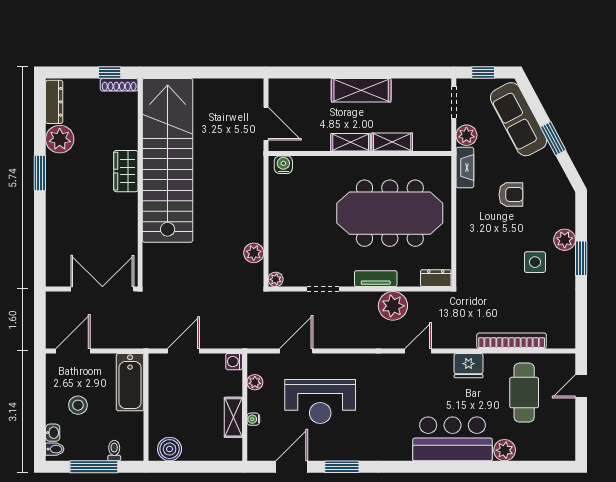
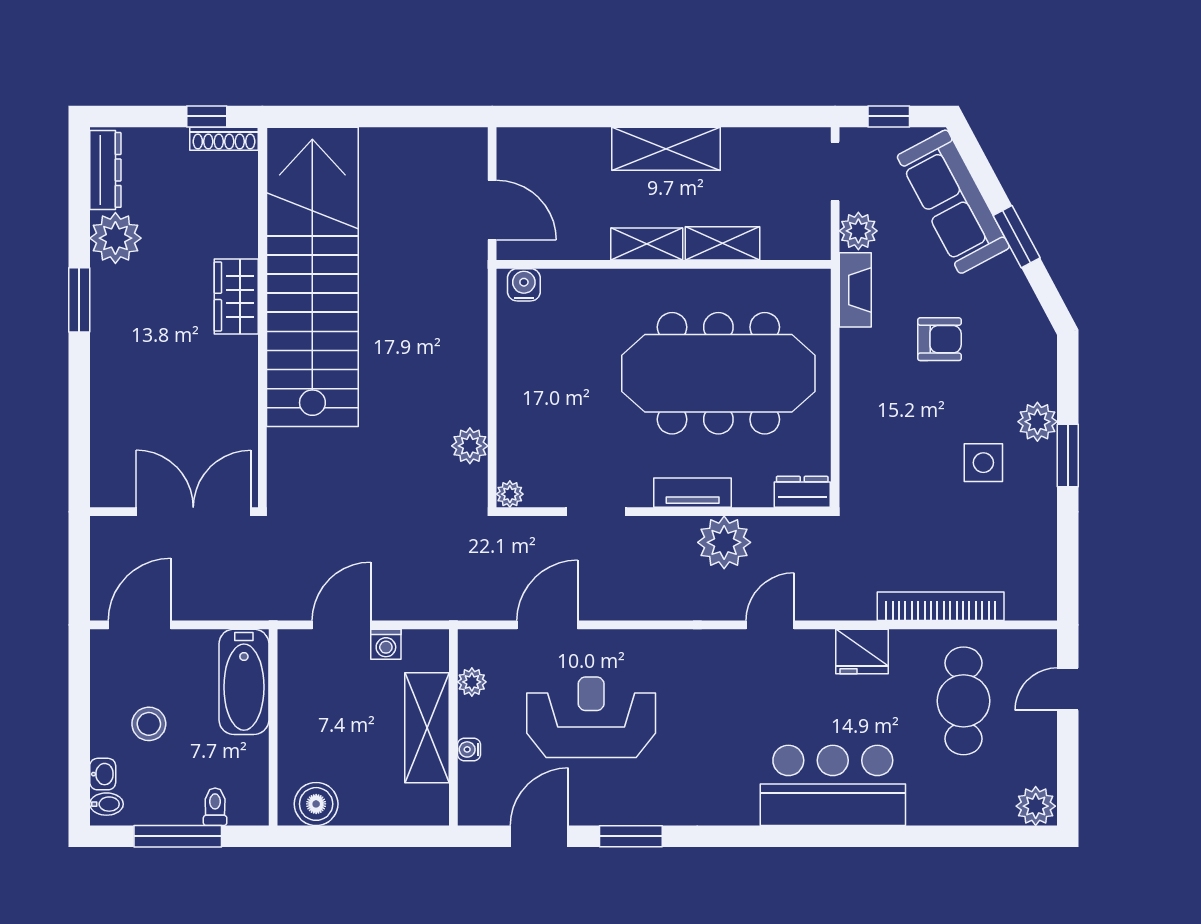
washing machine: (234, 362) -> (386, 644), moved, turned -90
reception desk: (320, 402) -> (591, 717), turned 180
shelving: (233, 417) -> (427, 728), width x1.50, depth x1.33
plant: (505, 450) -> (1036, 806), moved

